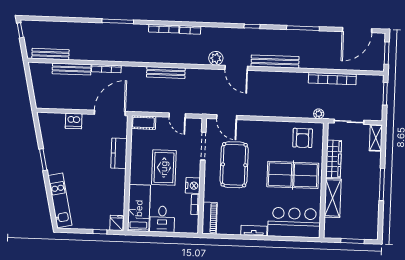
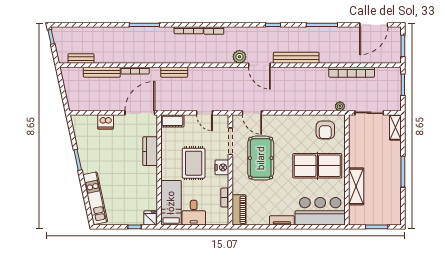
bench: (50, 54) -> (81, 59), width x0.73
bench: (166, 73) -> (174, 72), moved, width x0.73
wardrobe: (334, 159) -> (356, 149), removed
nightstand: (193, 186) -> (222, 167), moved

